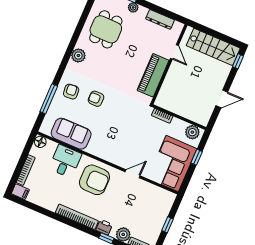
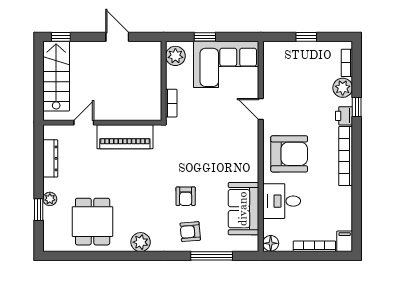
dining table: (106, 29) -> (93, 222), turned 90
armchair: (95, 180) -> (289, 154), turned 90

